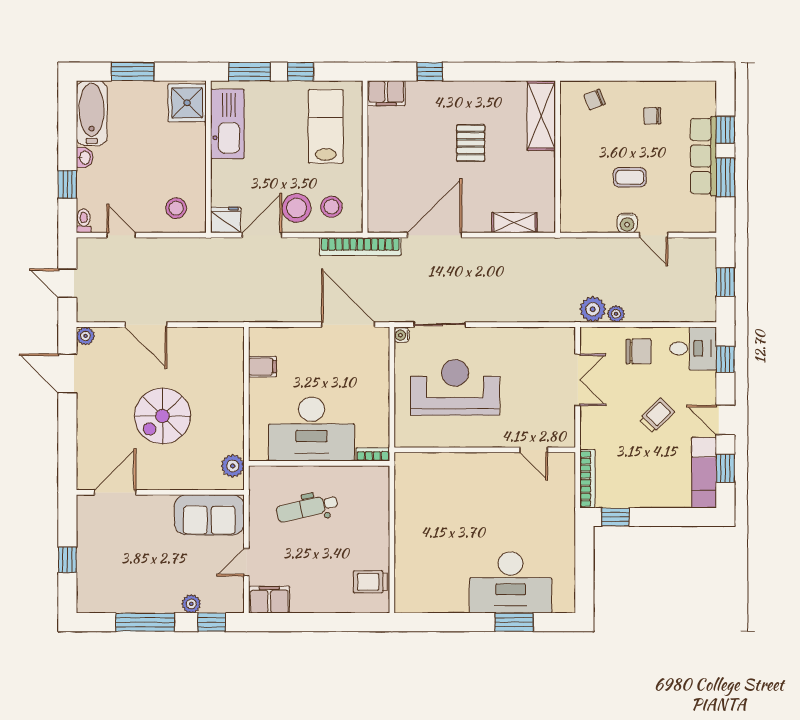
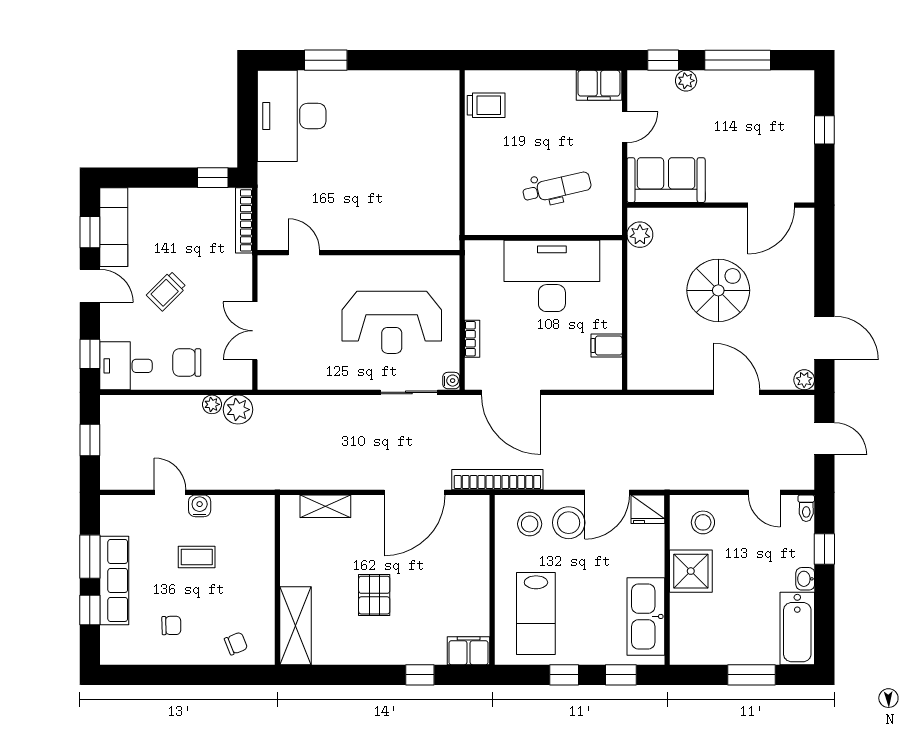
window: (250, 72) -> (621, 675), width x0.67
shower: (187, 103) -> (691, 571), moved
bookcase: (373, 454) -> (472, 339), moved, turned -90
desk: (511, 583) -> (292, 116), moved, turned -90

